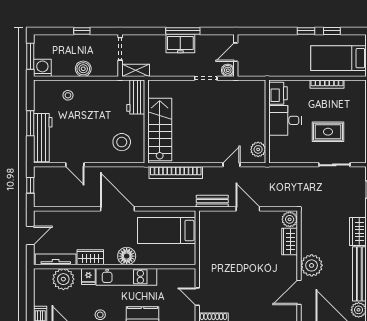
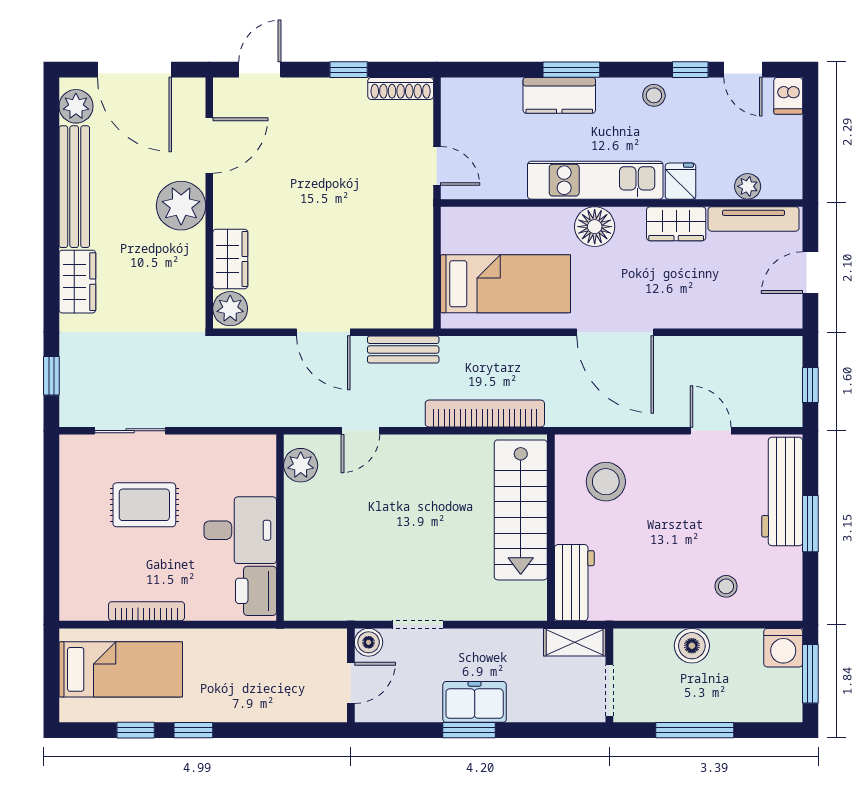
window: (82, 31) -> (695, 730), width x2.17
window: (183, 31) -> (469, 730), width x0.69
plant: (63, 279) -> (748, 186), width x0.53, depth x0.53
door: (197, 297) -> (437, 166), moved

